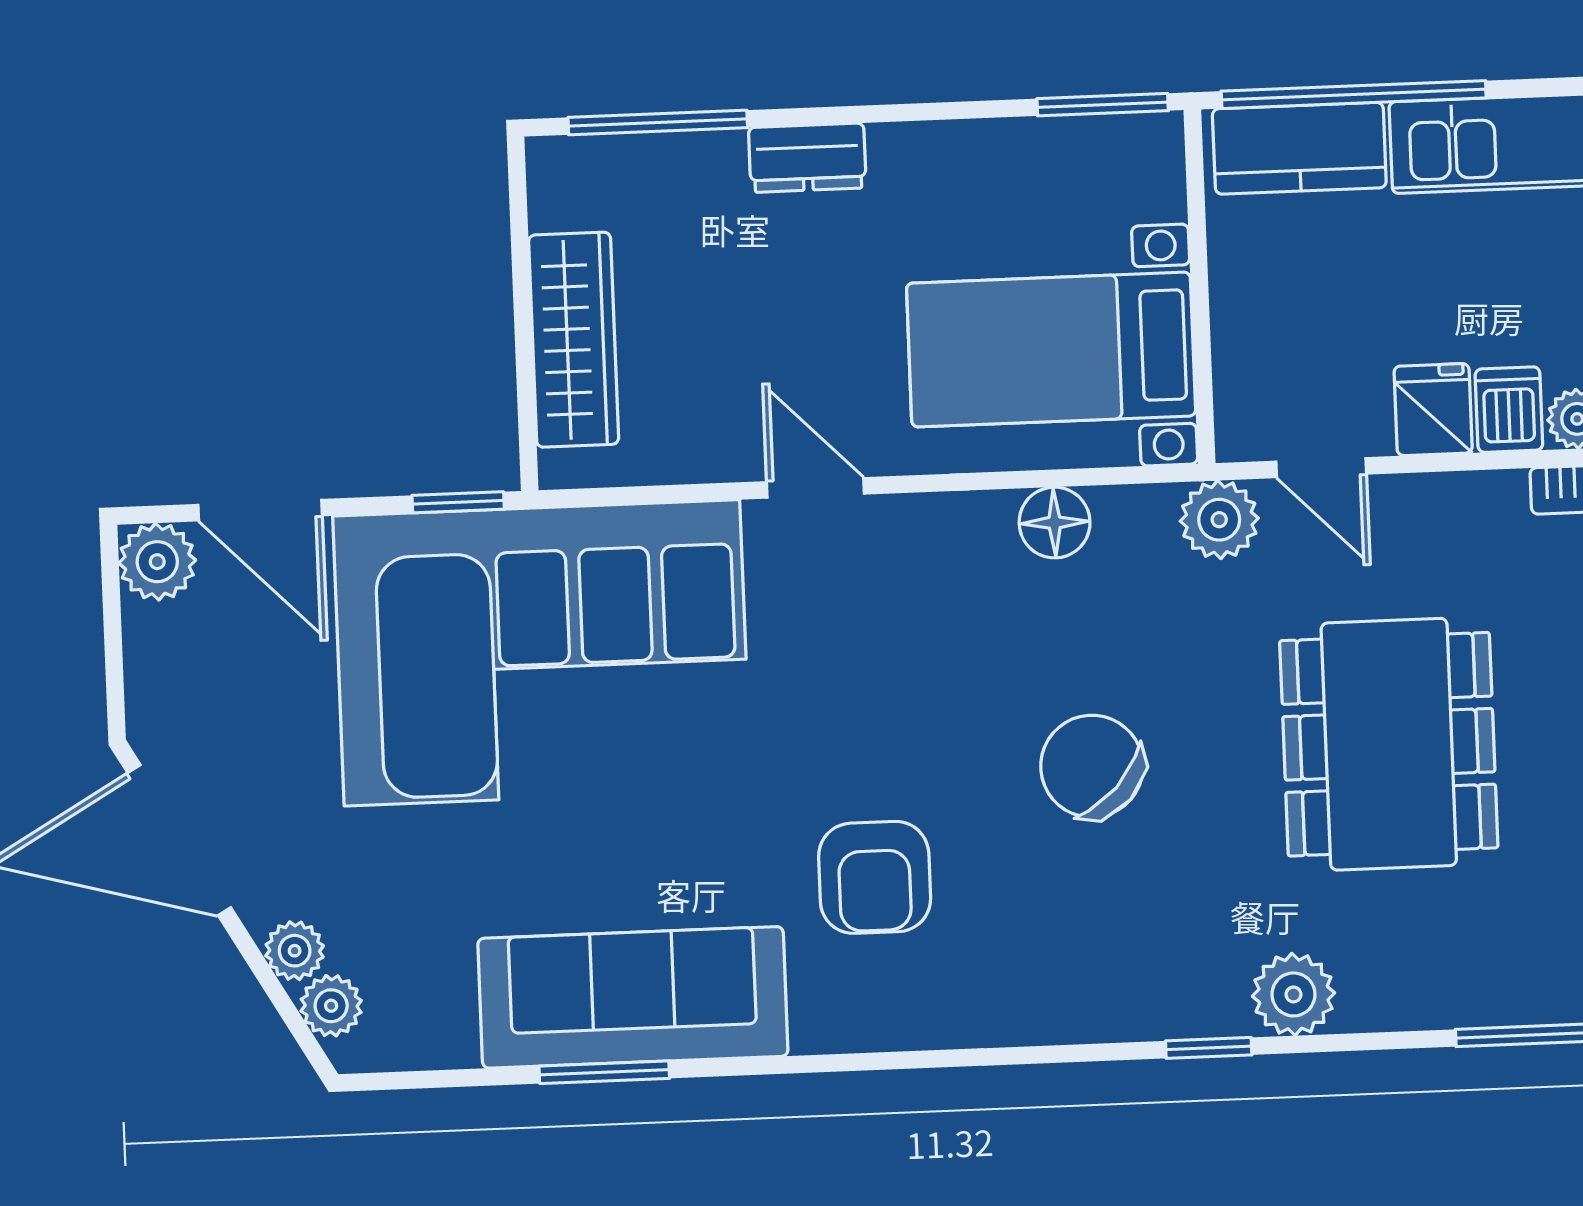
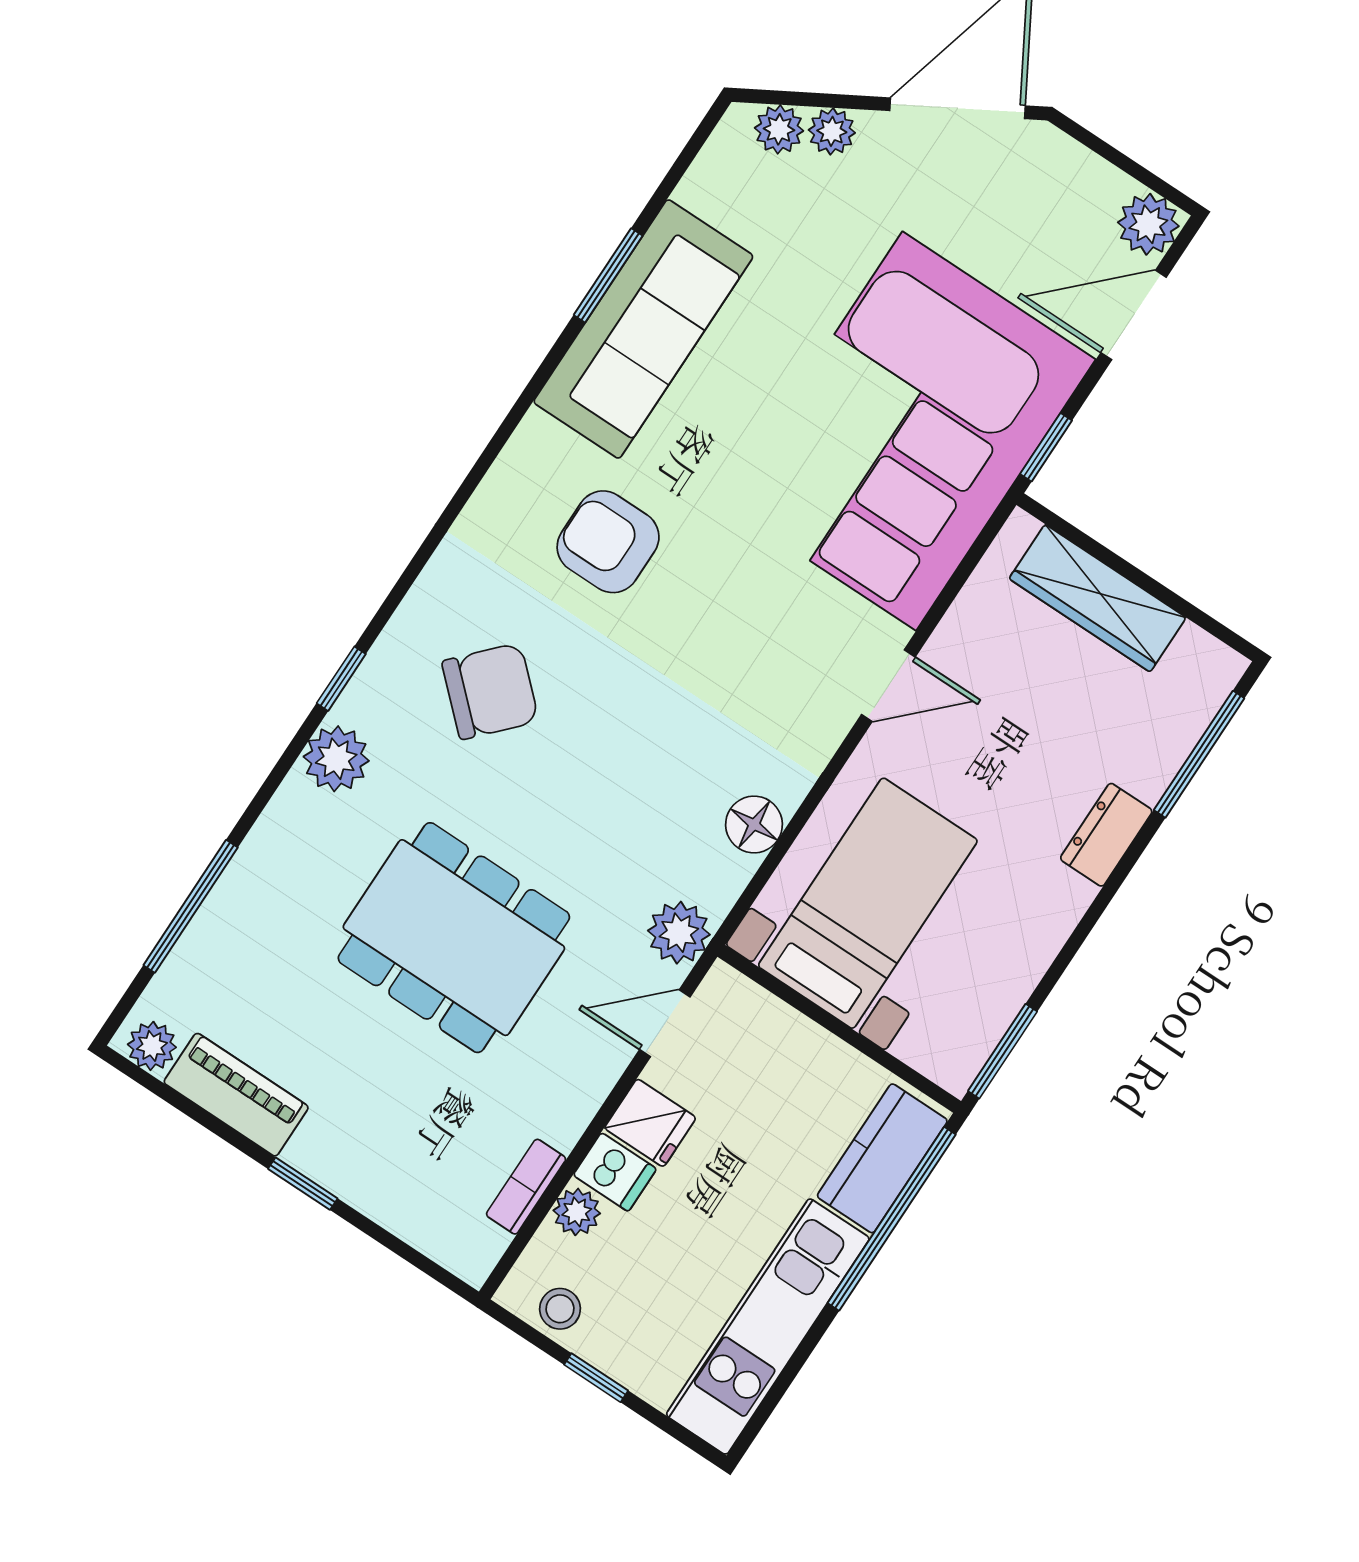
chair: (1092, 766) -> (490, 691), moved

